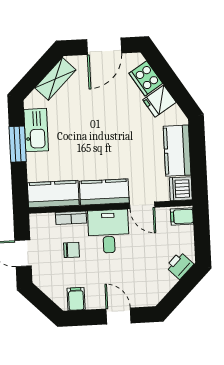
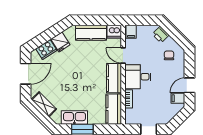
door: (104, 46) -> (26, 74), hinge flipped
door: (142, 205) -> (123, 56), swing flipped
chair: (72, 250) -> (169, 55), moved
door: (119, 316) -> (190, 85), moved

